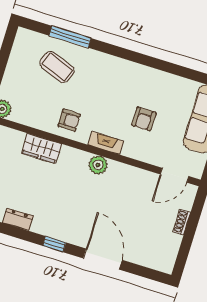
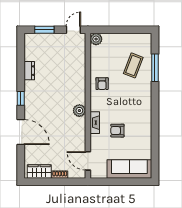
fireplace: (106, 143) -> (95, 123), moved
wardrobe: (41, 148) -> (39, 172), moved, turned 90
door: (103, 259) -> (21, 132), hinge flipped

